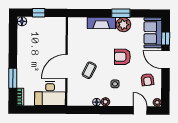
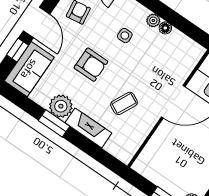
coffee table: (89, 70) -> (124, 103), moved

